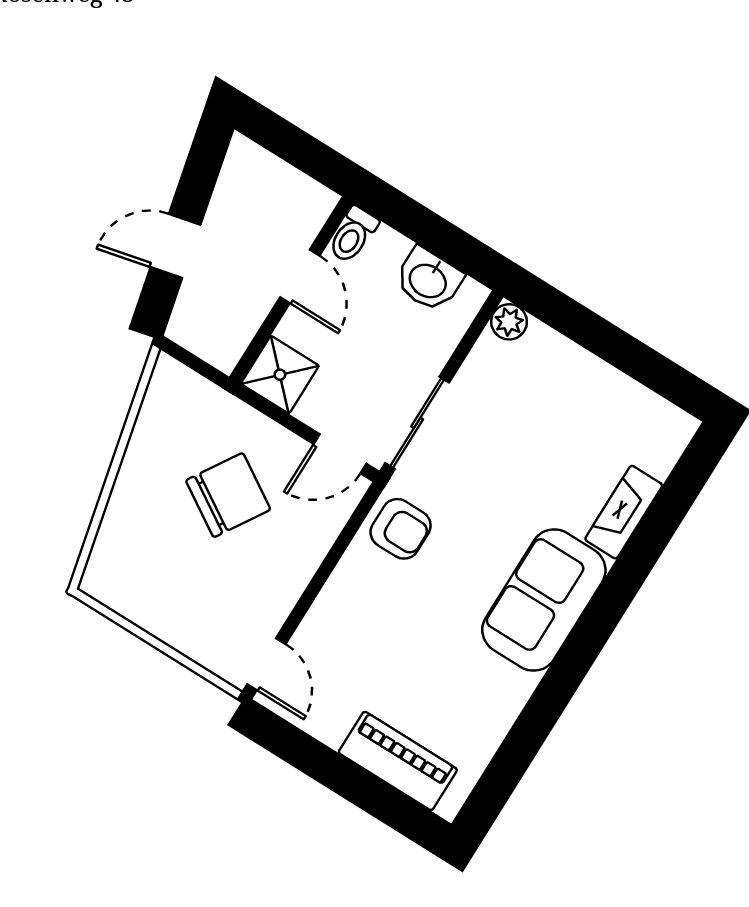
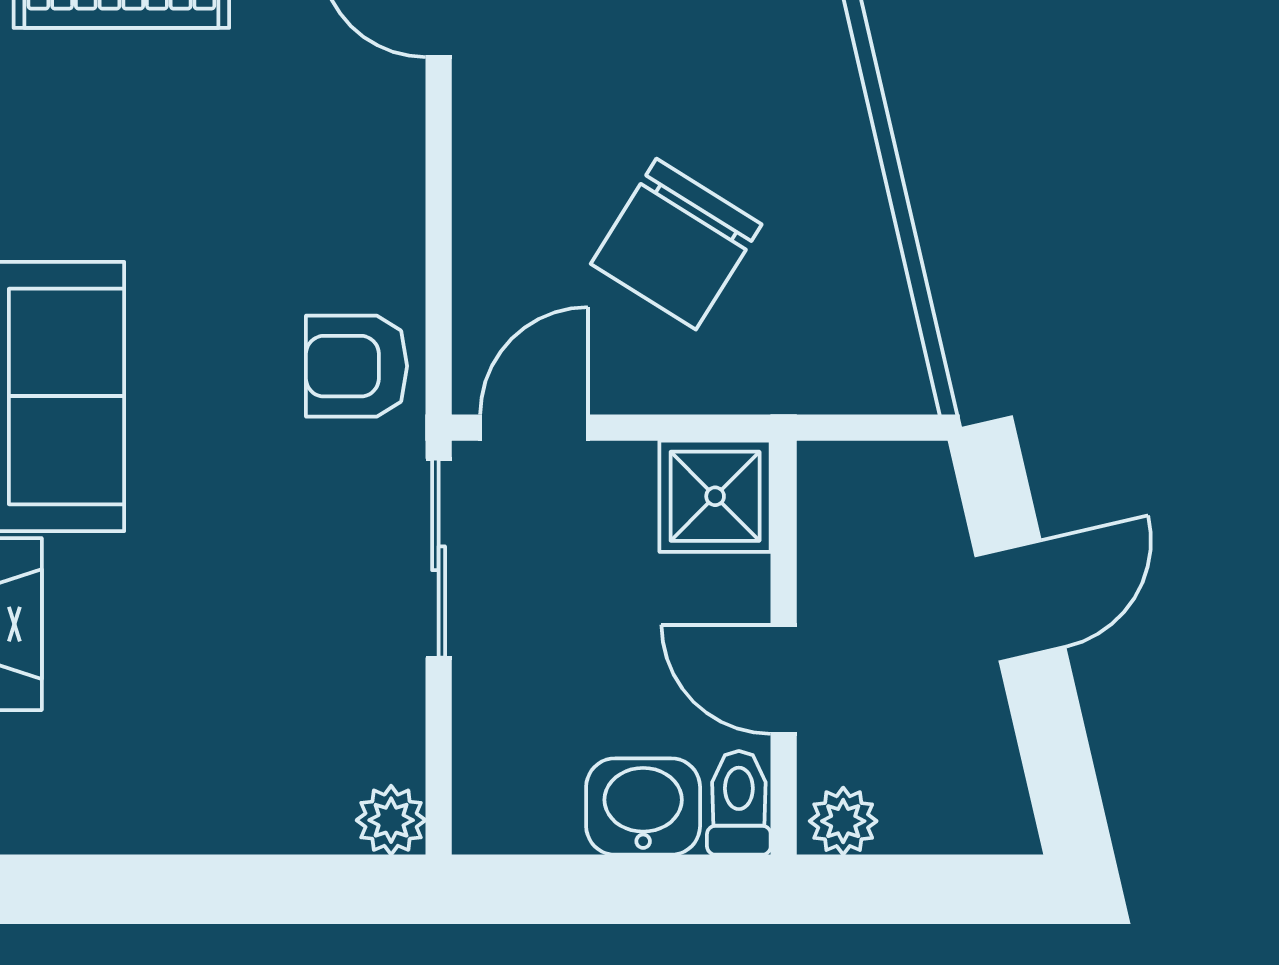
plant: (312, 198) -> (843, 821), added
washbasin: (429, 280) -> (643, 807), moved

